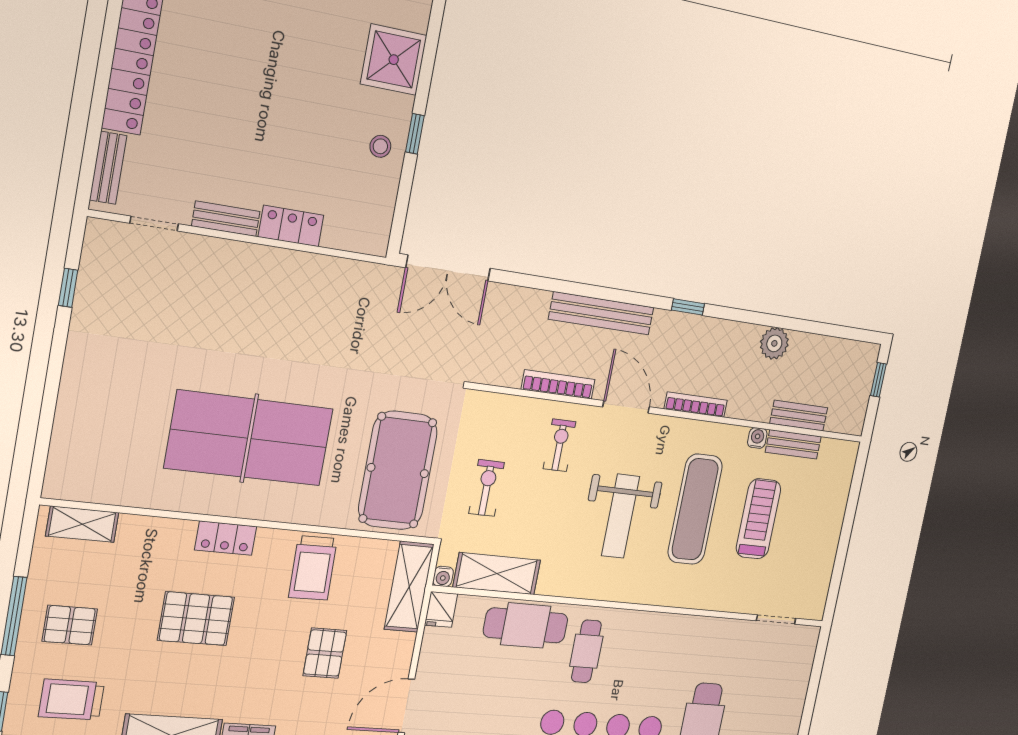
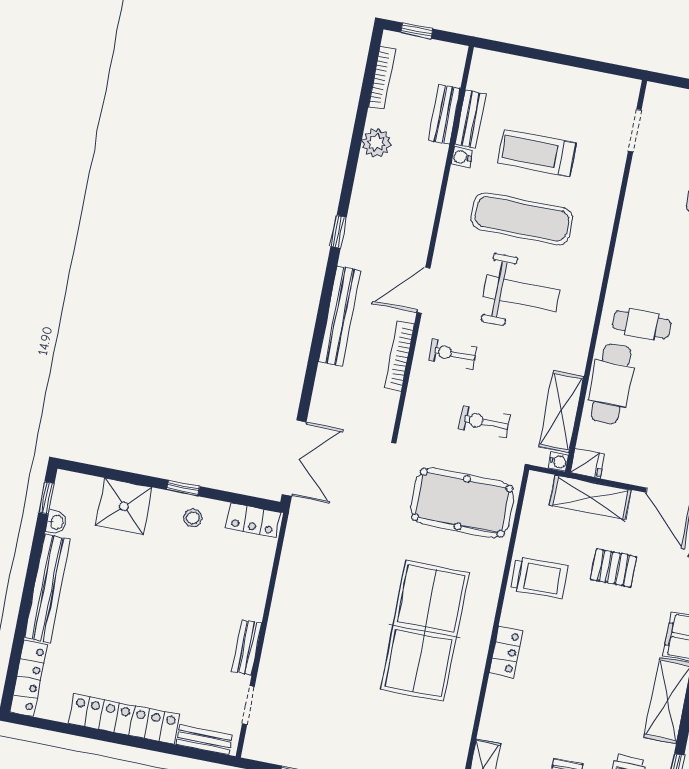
locker: (291, 226) -> (253, 520), moved, turned -90
bookcase: (696, 405) -> (382, 77), moved, turned 180
shelving: (409, 587) -> (590, 498), moved
pallet: (196, 619) -> (571, 678), removed

